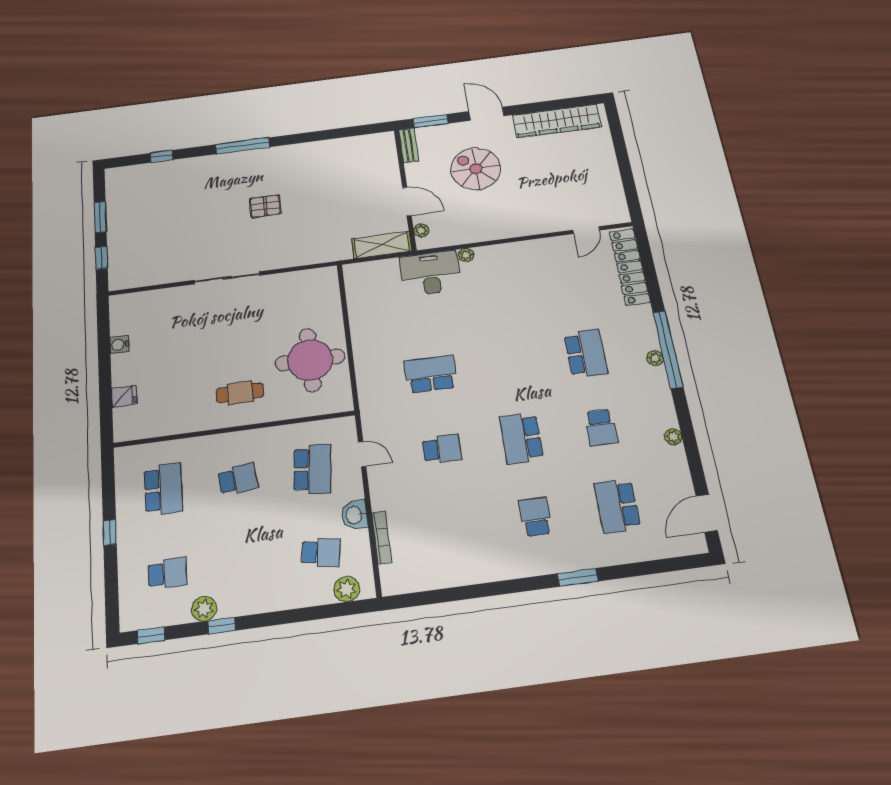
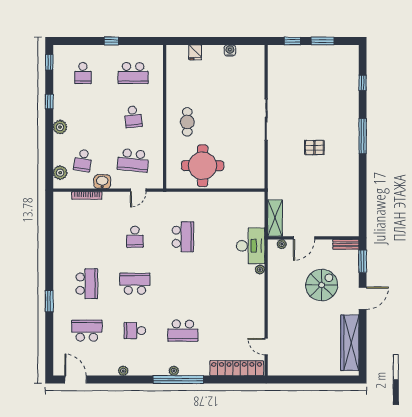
pallet: (265, 206) -> (314, 147), turned 90
school desk: (536, 517) -> (87, 284), width x1.85
plant: (204, 609) -> (60, 127), moved

